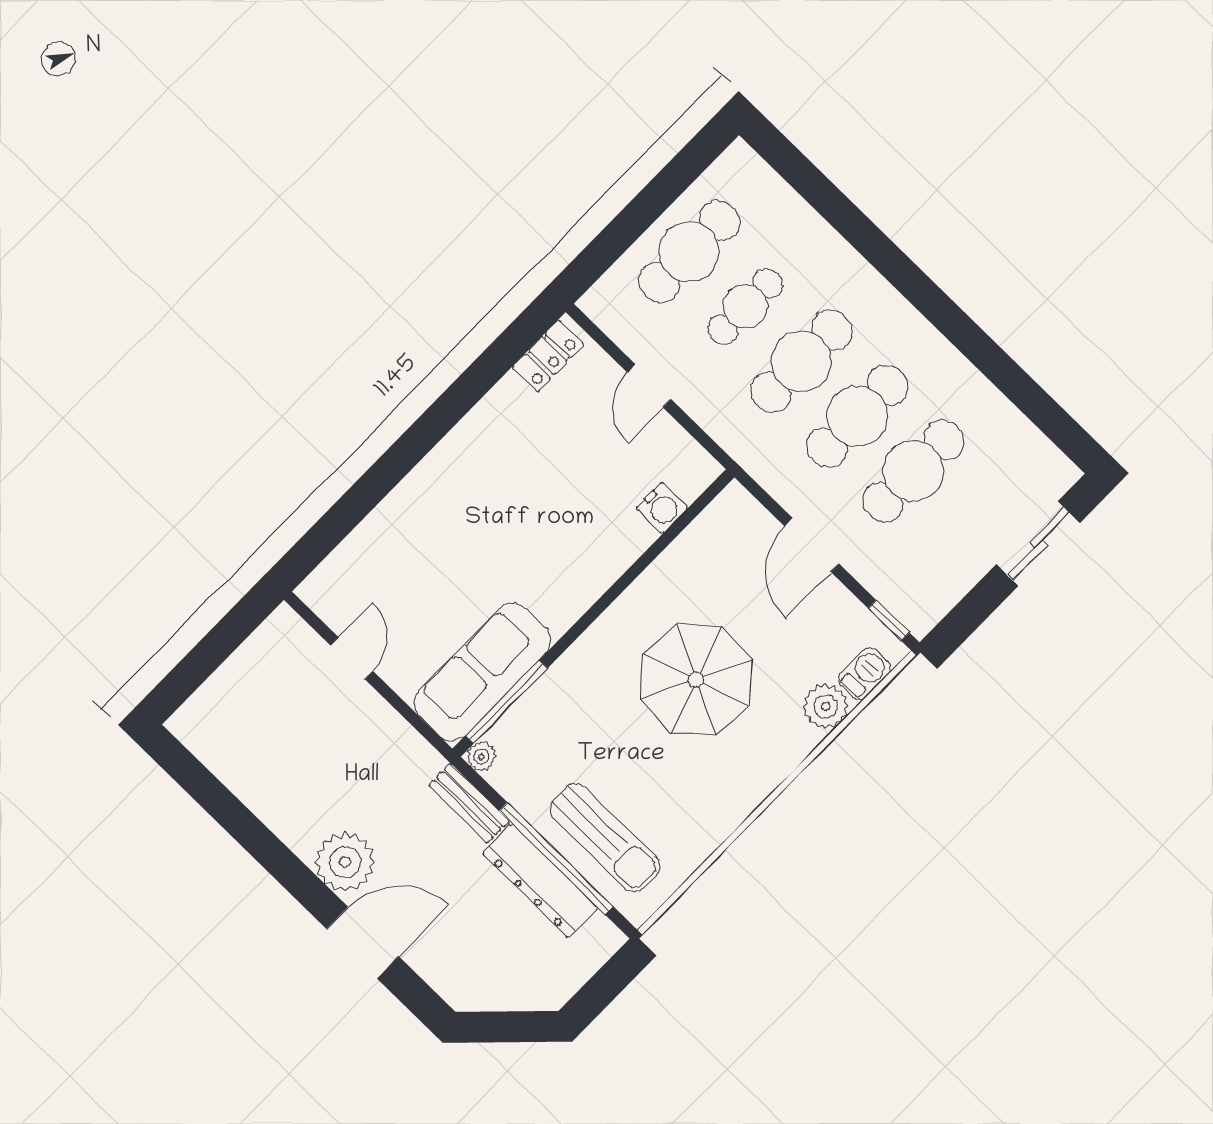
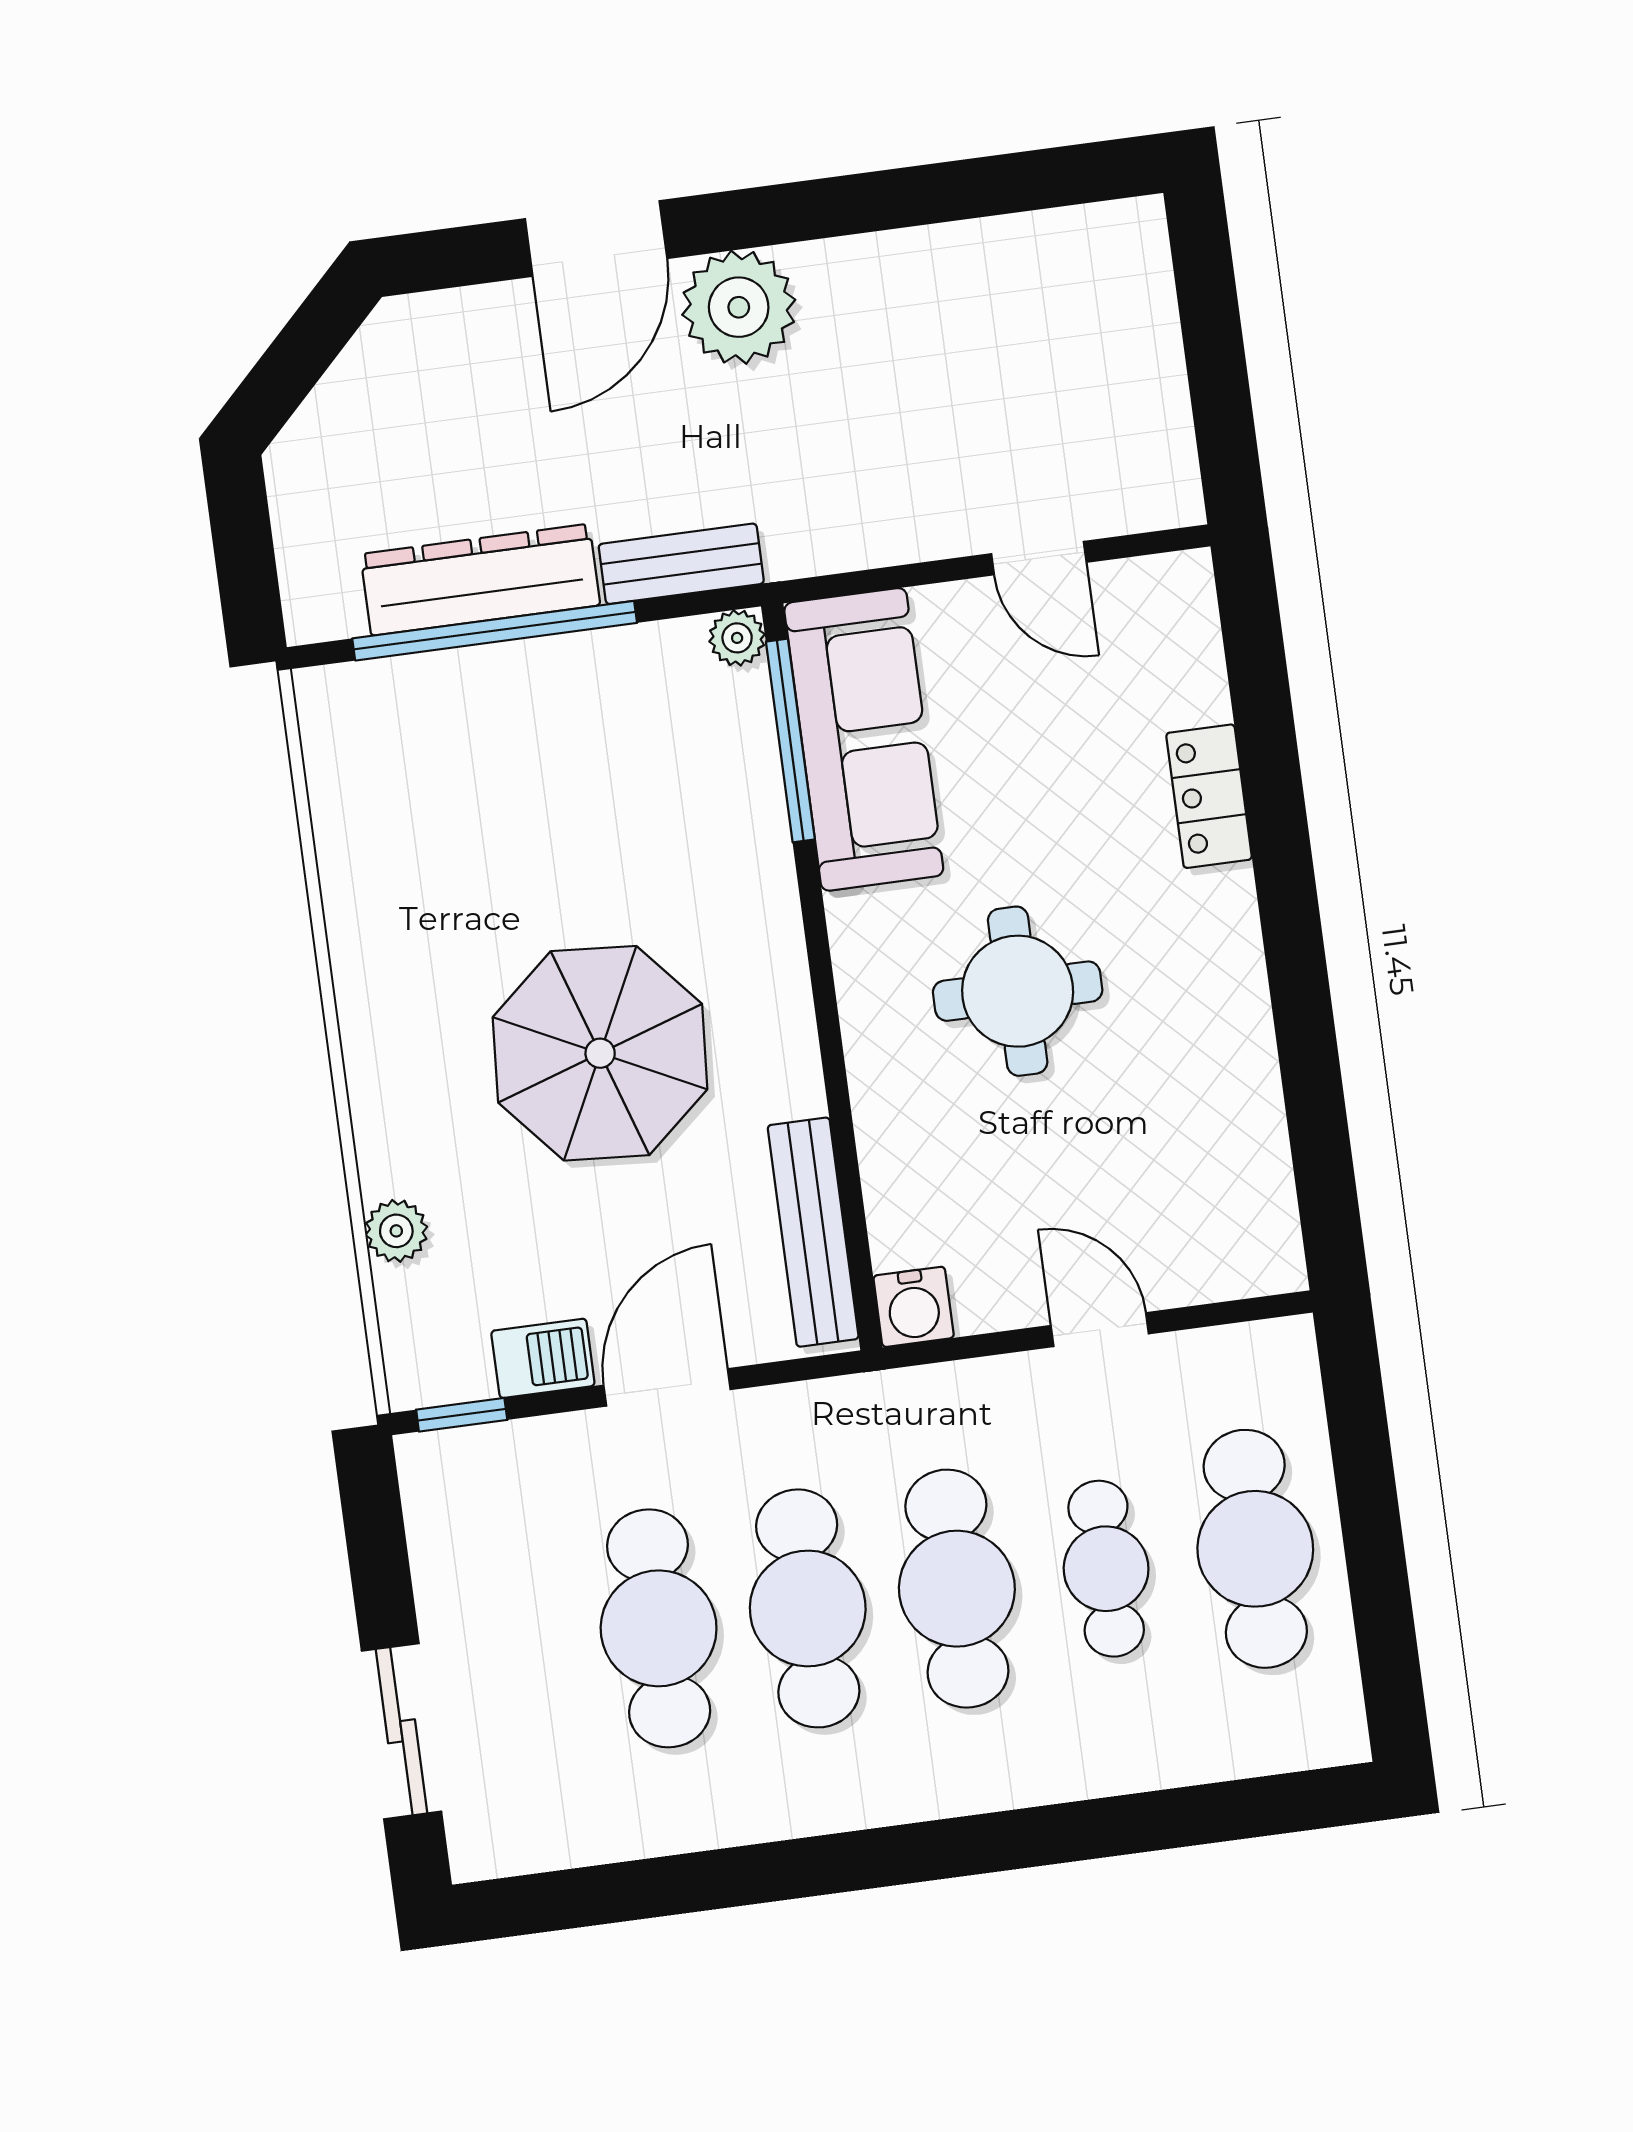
locker: (548, 356) -> (1209, 796), moved
water cooler: (662, 508) -> (914, 1307), moved, turned -90
round table: (536, 528) -> (1018, 991), added
bench: (701, 535) -> (813, 1232), added
door: (812, 545) -> (667, 1387), hinge flipped
barbecue: (864, 674) -> (543, 1358), moved, turned -90
plant: (826, 706) -> (396, 1231), width x0.73, depth x0.73
sun lounger: (605, 838) -> (469, 729), removed

